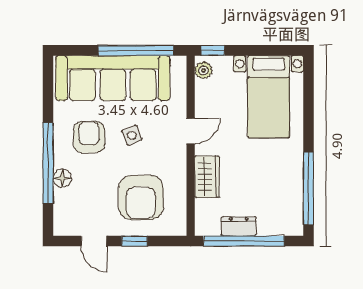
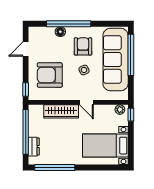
window: (136, 50) -> (131, 55), moved
armchair: (89, 137) -> (83, 46), turned -90
wardrobe: (207, 177) -> (61, 111), width x1.50
dresser: (239, 226) -> (34, 147), moved
window: (135, 241) -> (26, 90), moved

